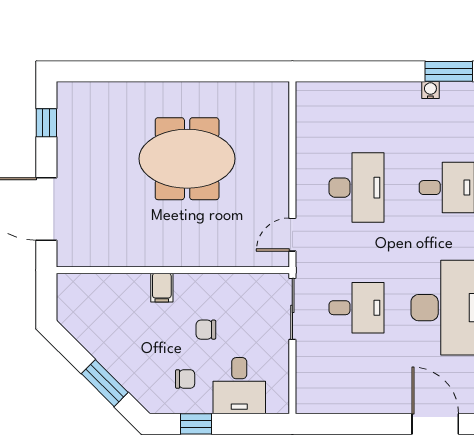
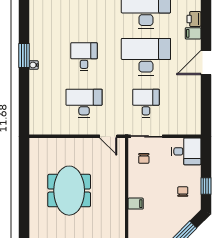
chair: (206, 330) -> (144, 158), moved
desk: (239, 386) -> (186, 151), moved

